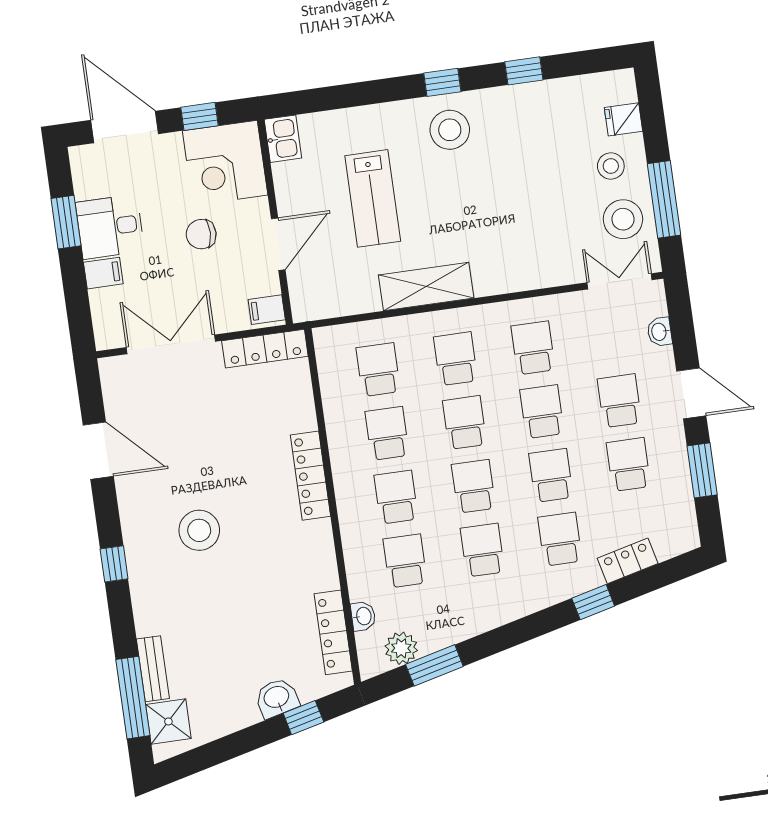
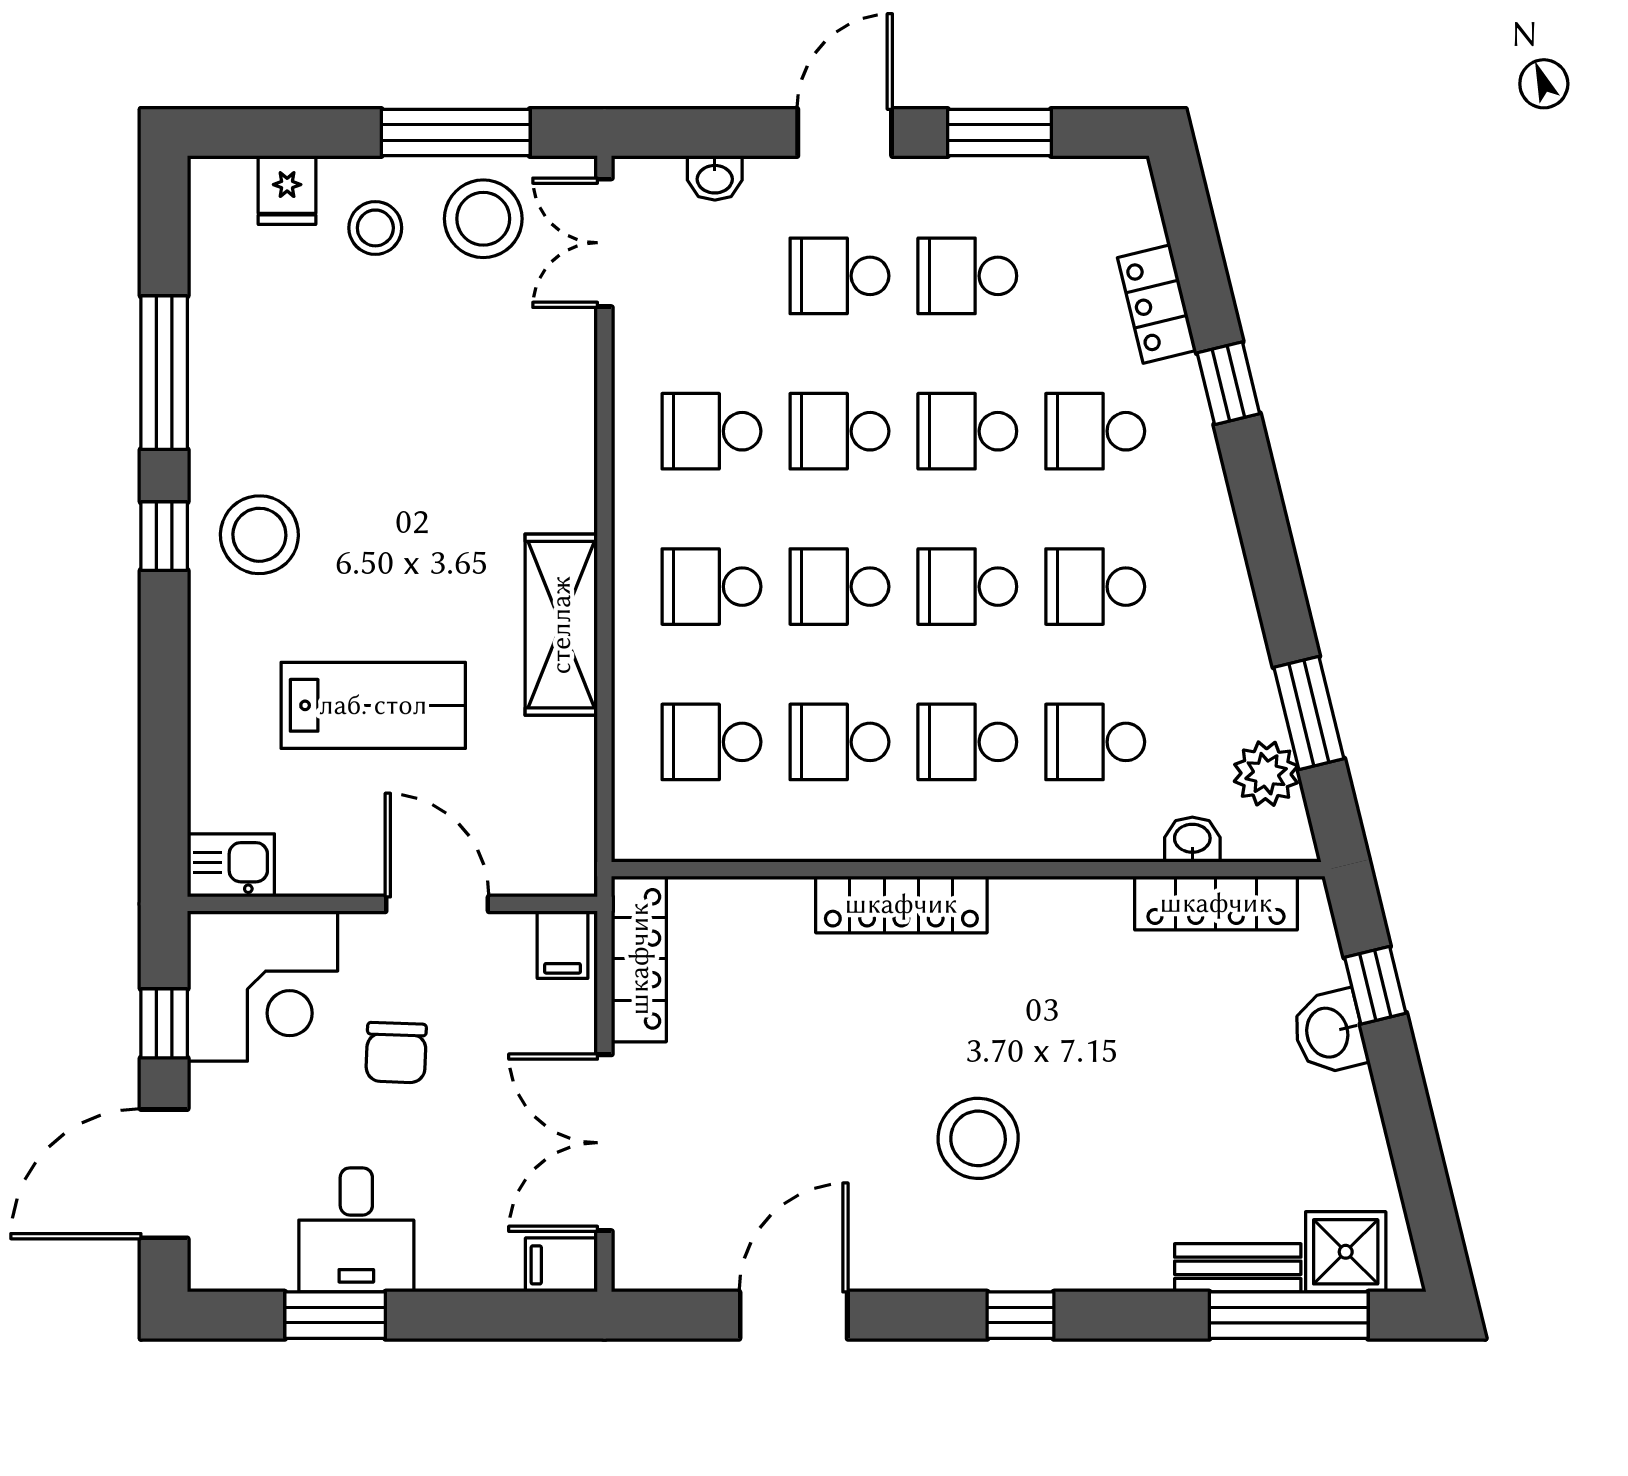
window: (524, 71) -> (164, 373), width x2.17
filing cabinet: (103, 273) -> (561, 1265), moved, turned -90

